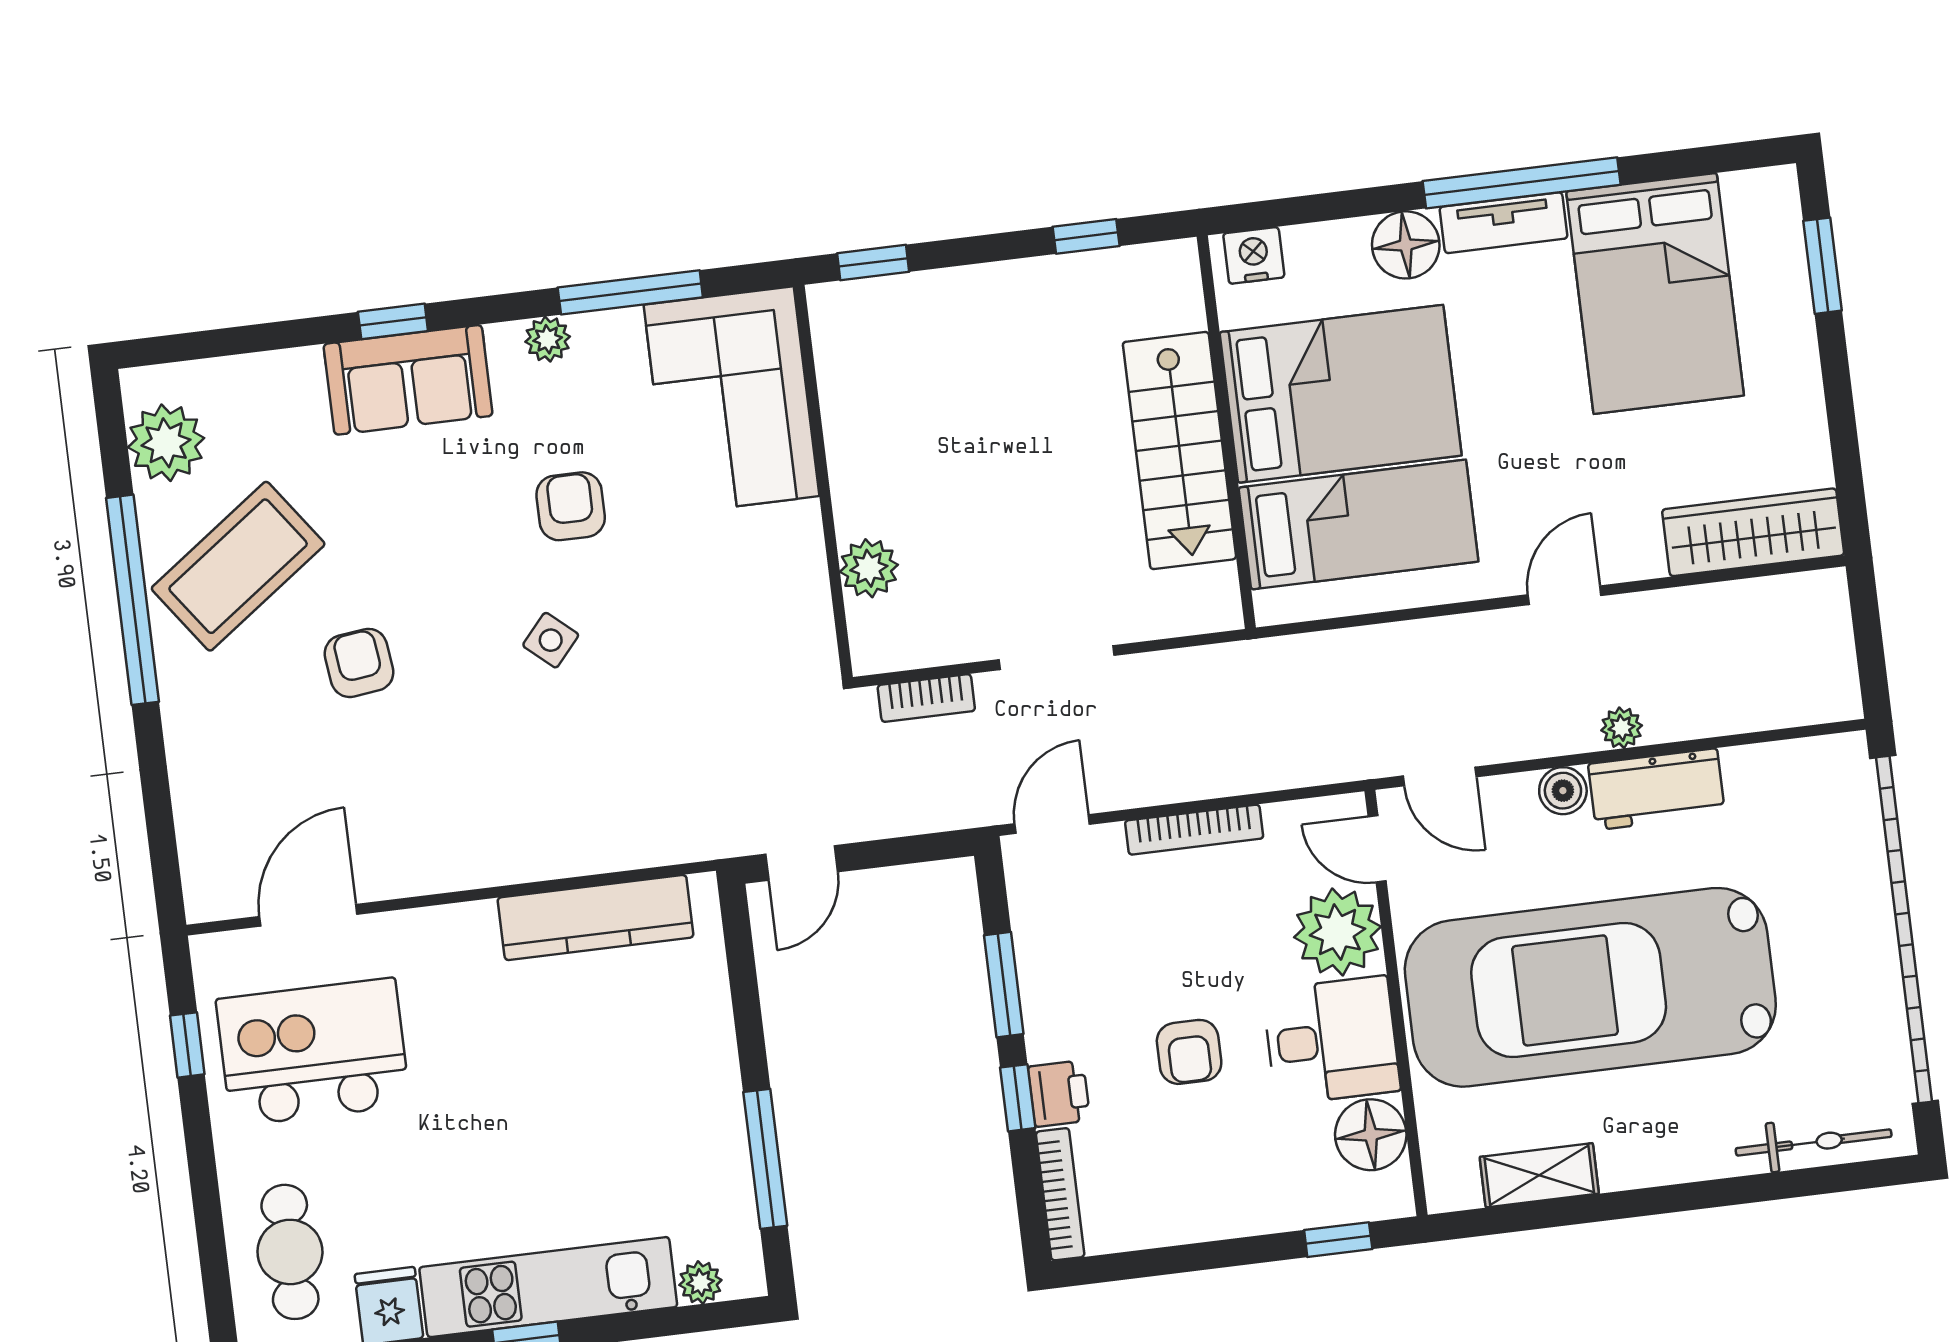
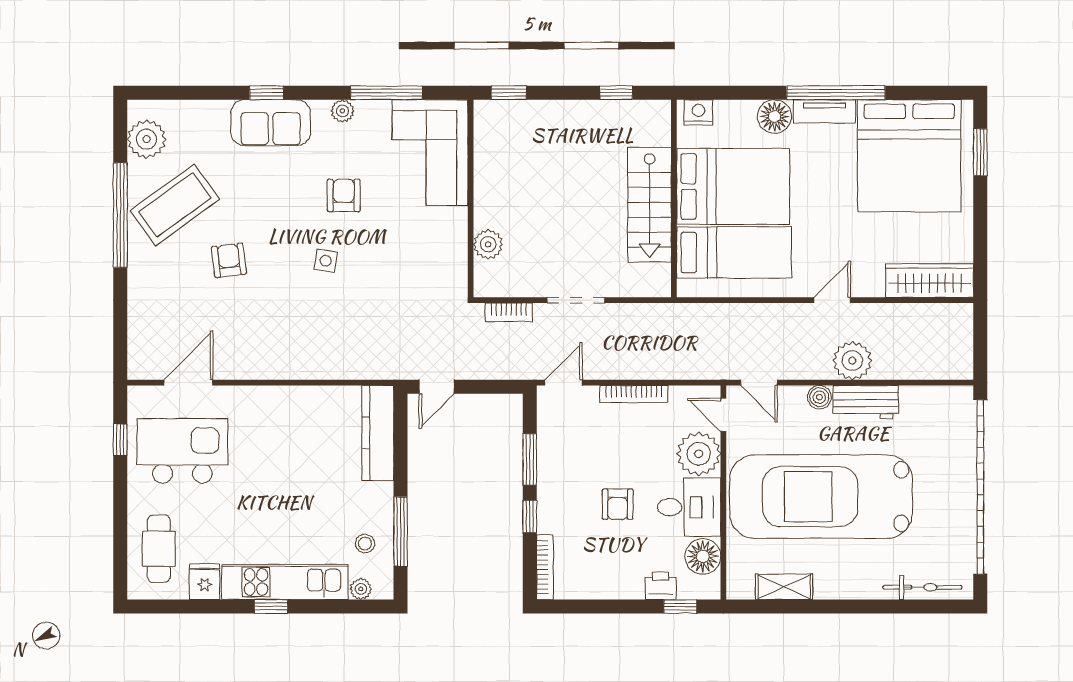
bed: (1655, 293) -> (909, 156), width x1.36
side table: (551, 640) -> (326, 261), turned -32
plant: (1622, 728) -> (852, 361), width x1.87, depth x1.87
kitchen counter: (596, 917) -> (378, 433), moved, turned 90
printer: (1059, 1094) -> (661, 586), moved, turned -90
stool: (698, 1191) -> (365, 544), added

